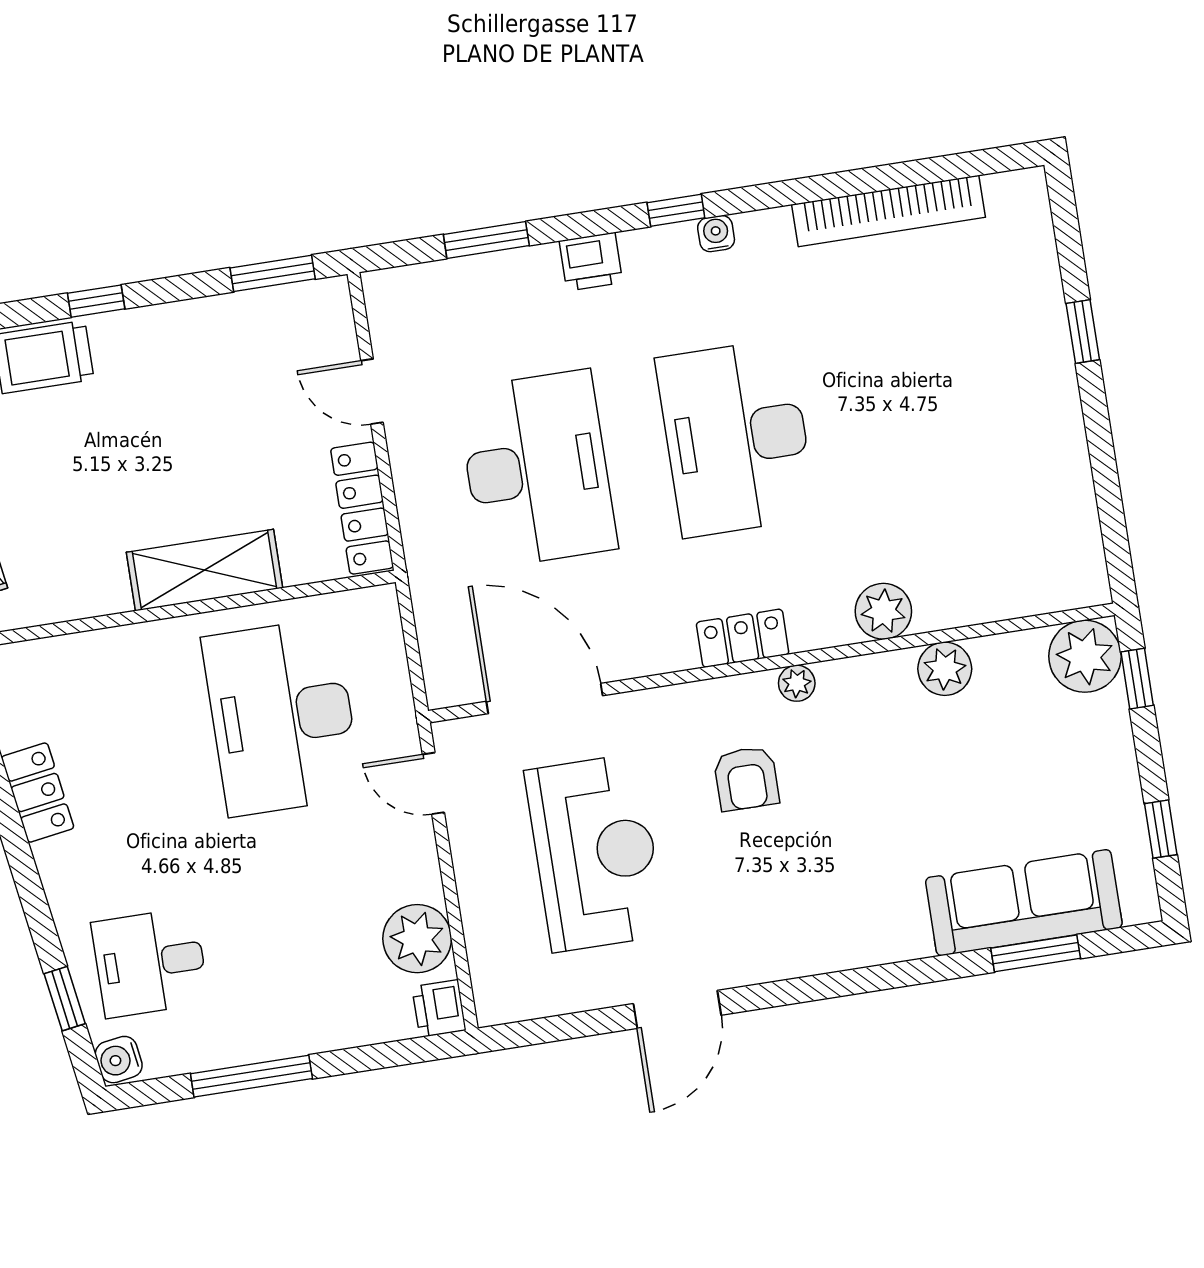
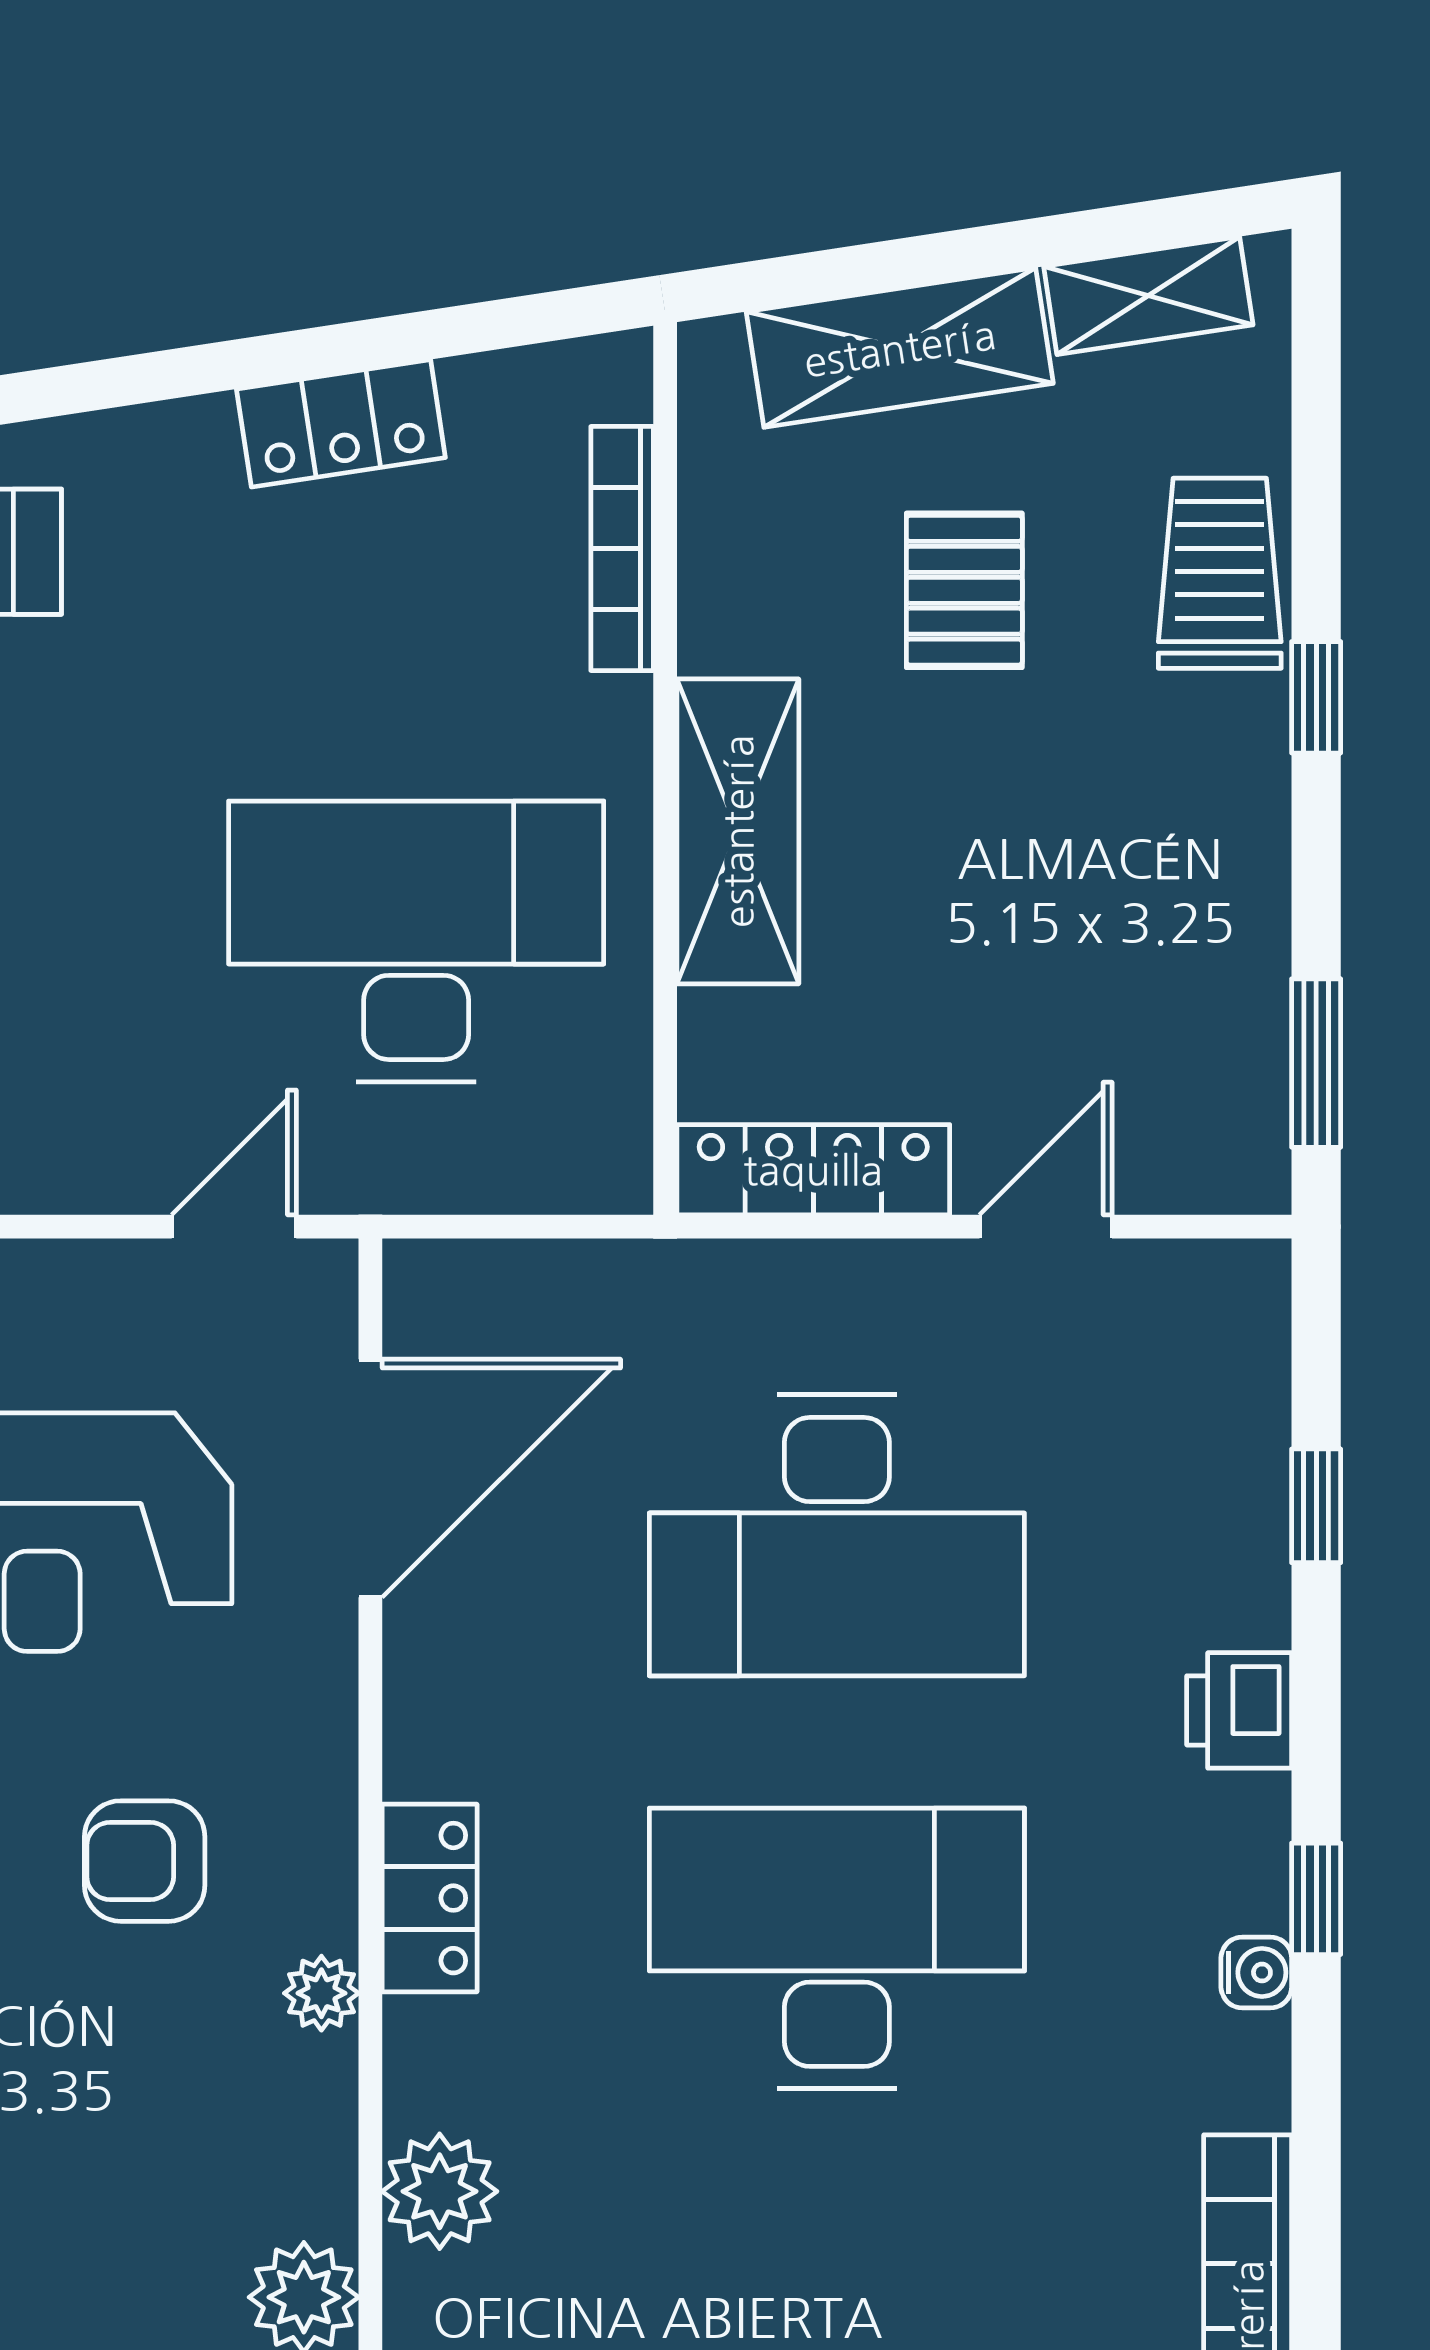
window: (486, 240) -> (1316, 1506), width x0.67
pallet: (71, 479) -> (964, 590), added
bookcase: (77, 647) -> (622, 548), added

